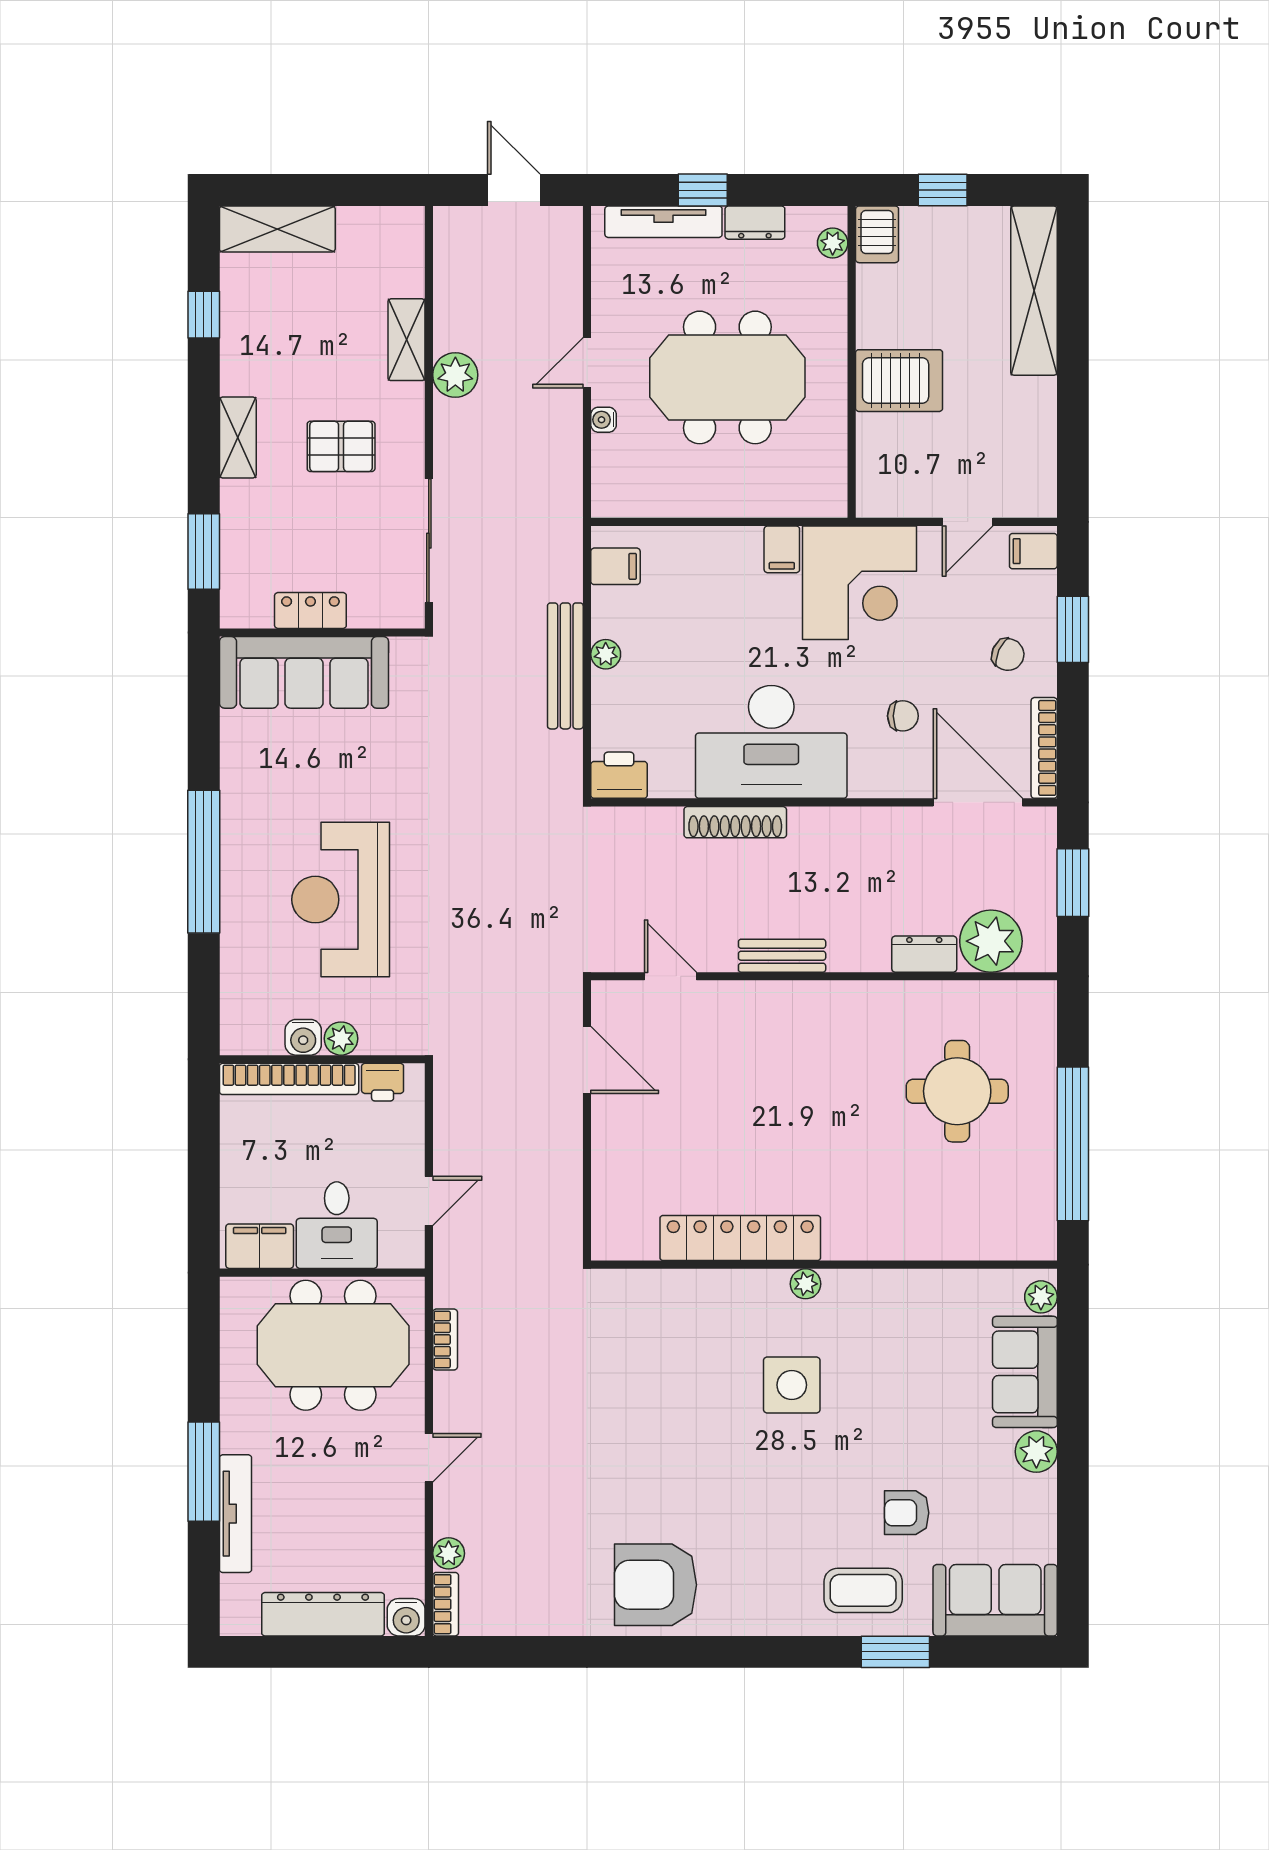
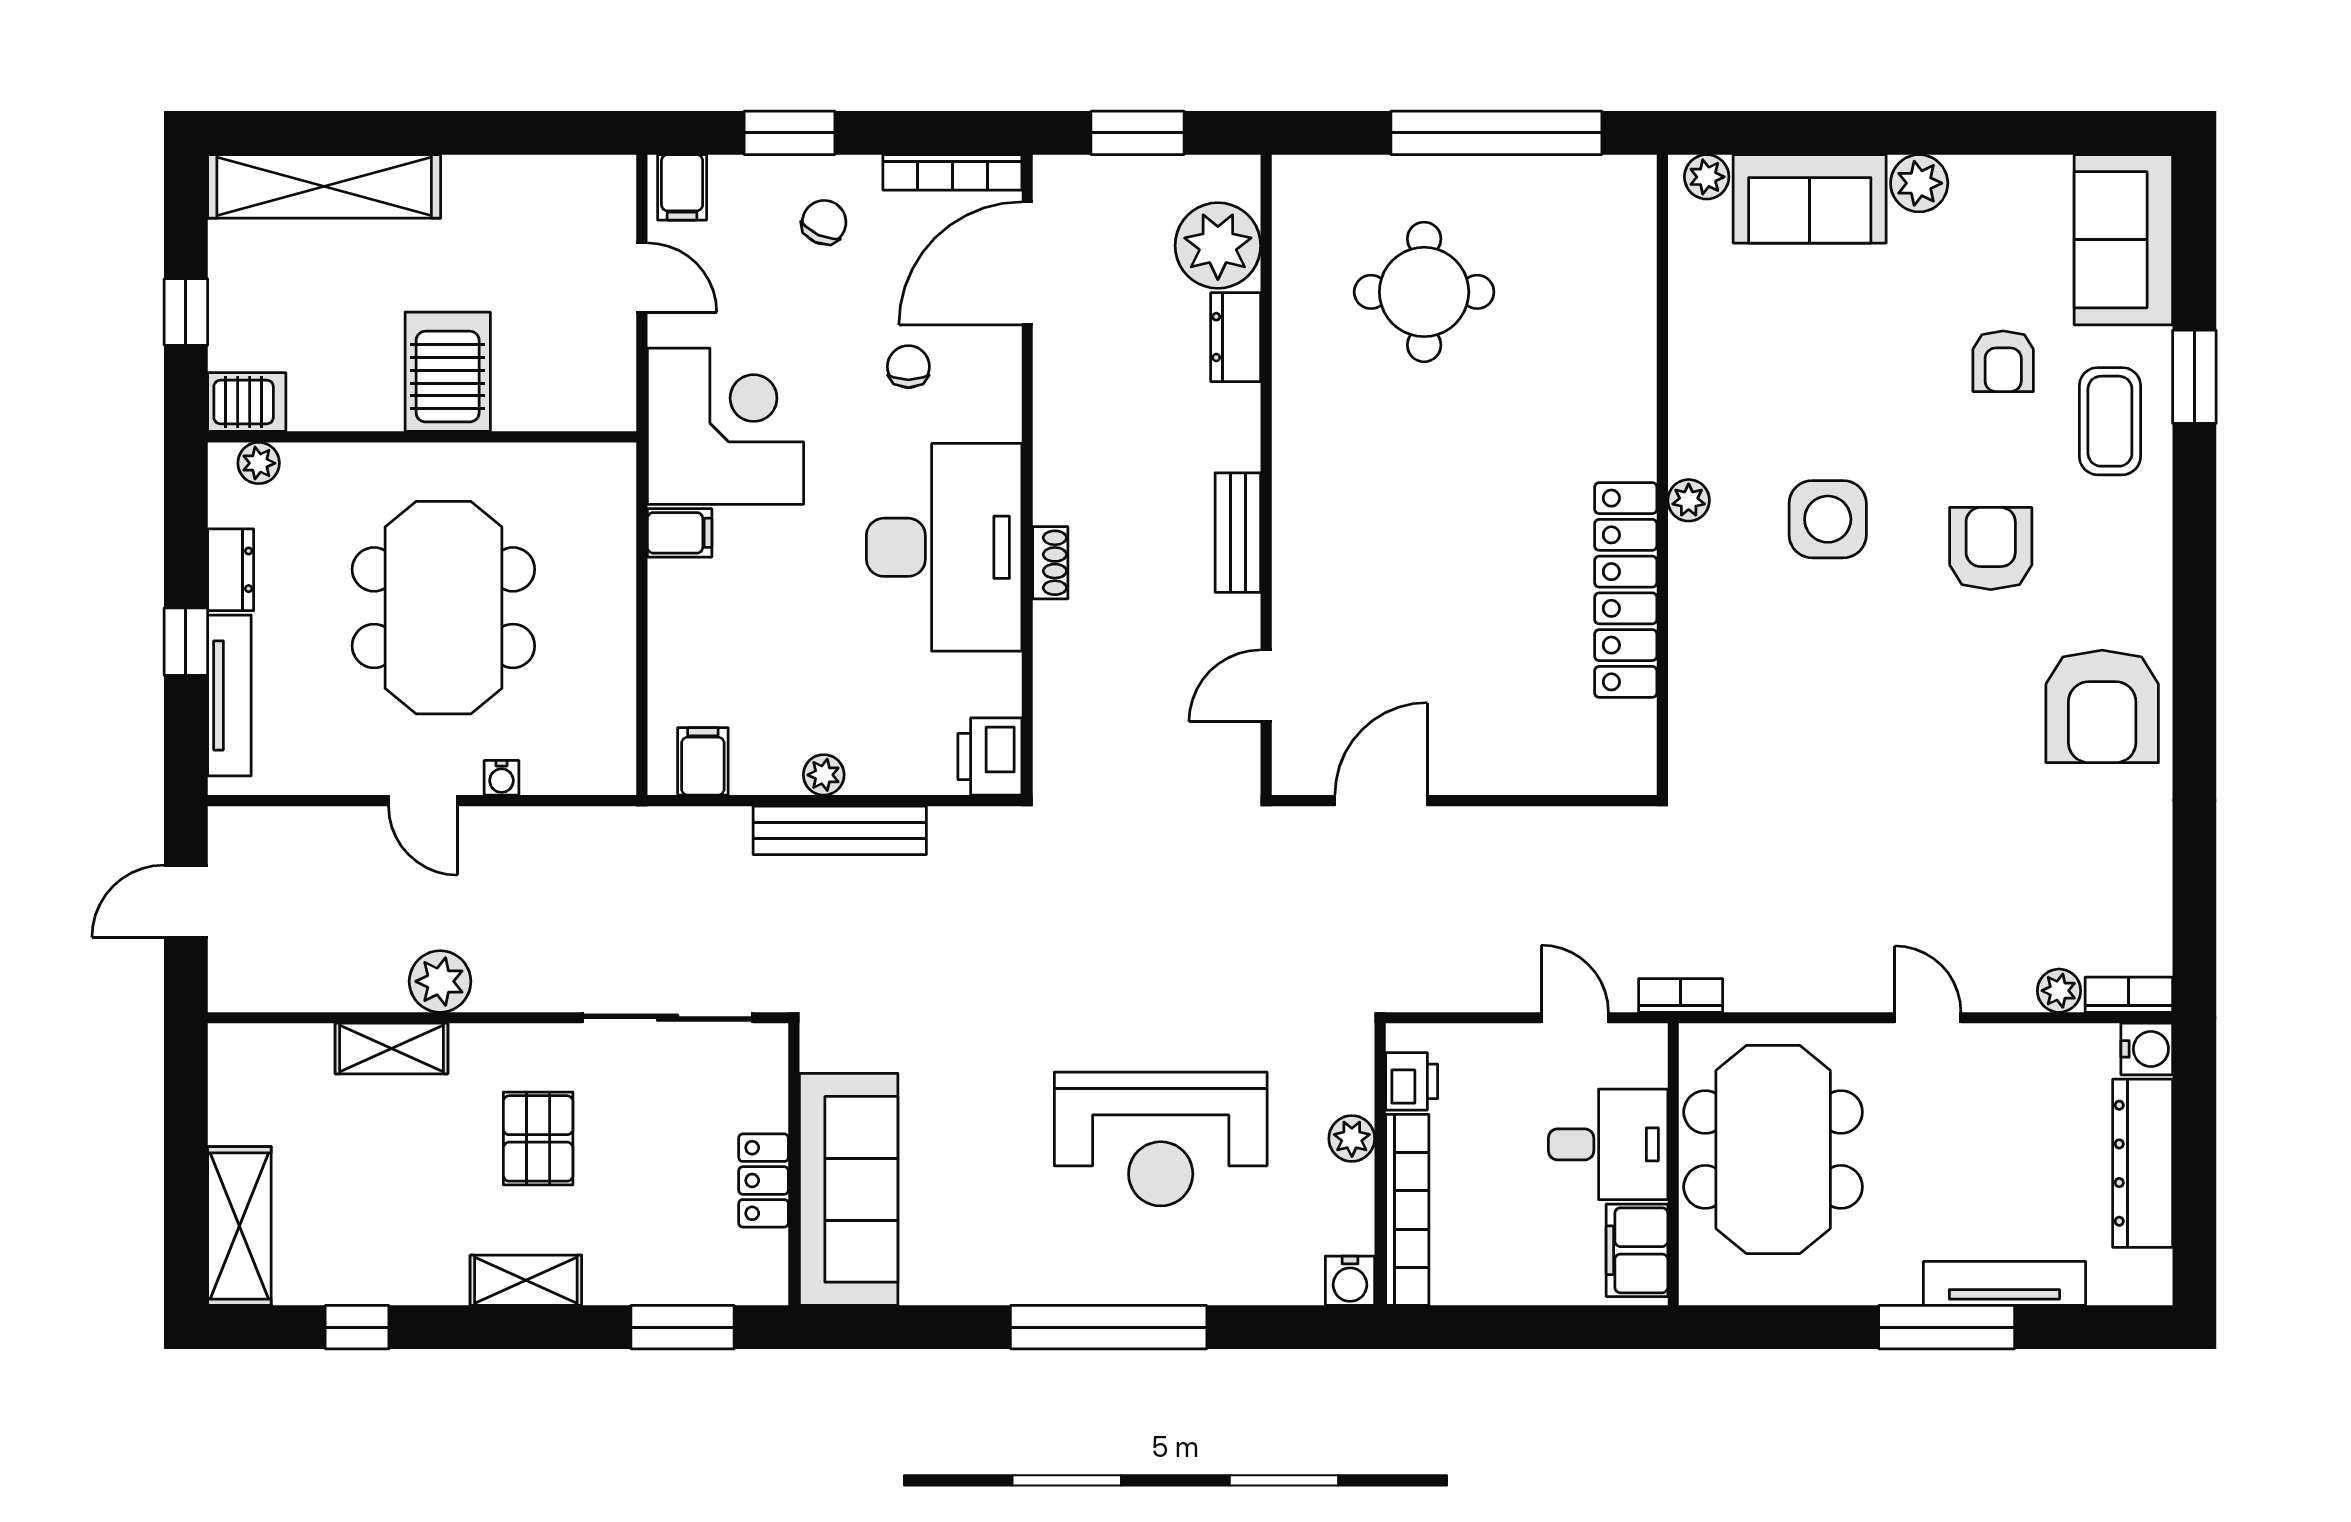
shoe rack: (735, 822) -> (1050, 563), width x0.51, depth x0.81
water cooler: (303, 1037) -> (1350, 1281), moved, turned 90
bookcase: (445, 1340) -> (1681, 995), moved
armchair: (770, 1504) -> (1991, 549), added

